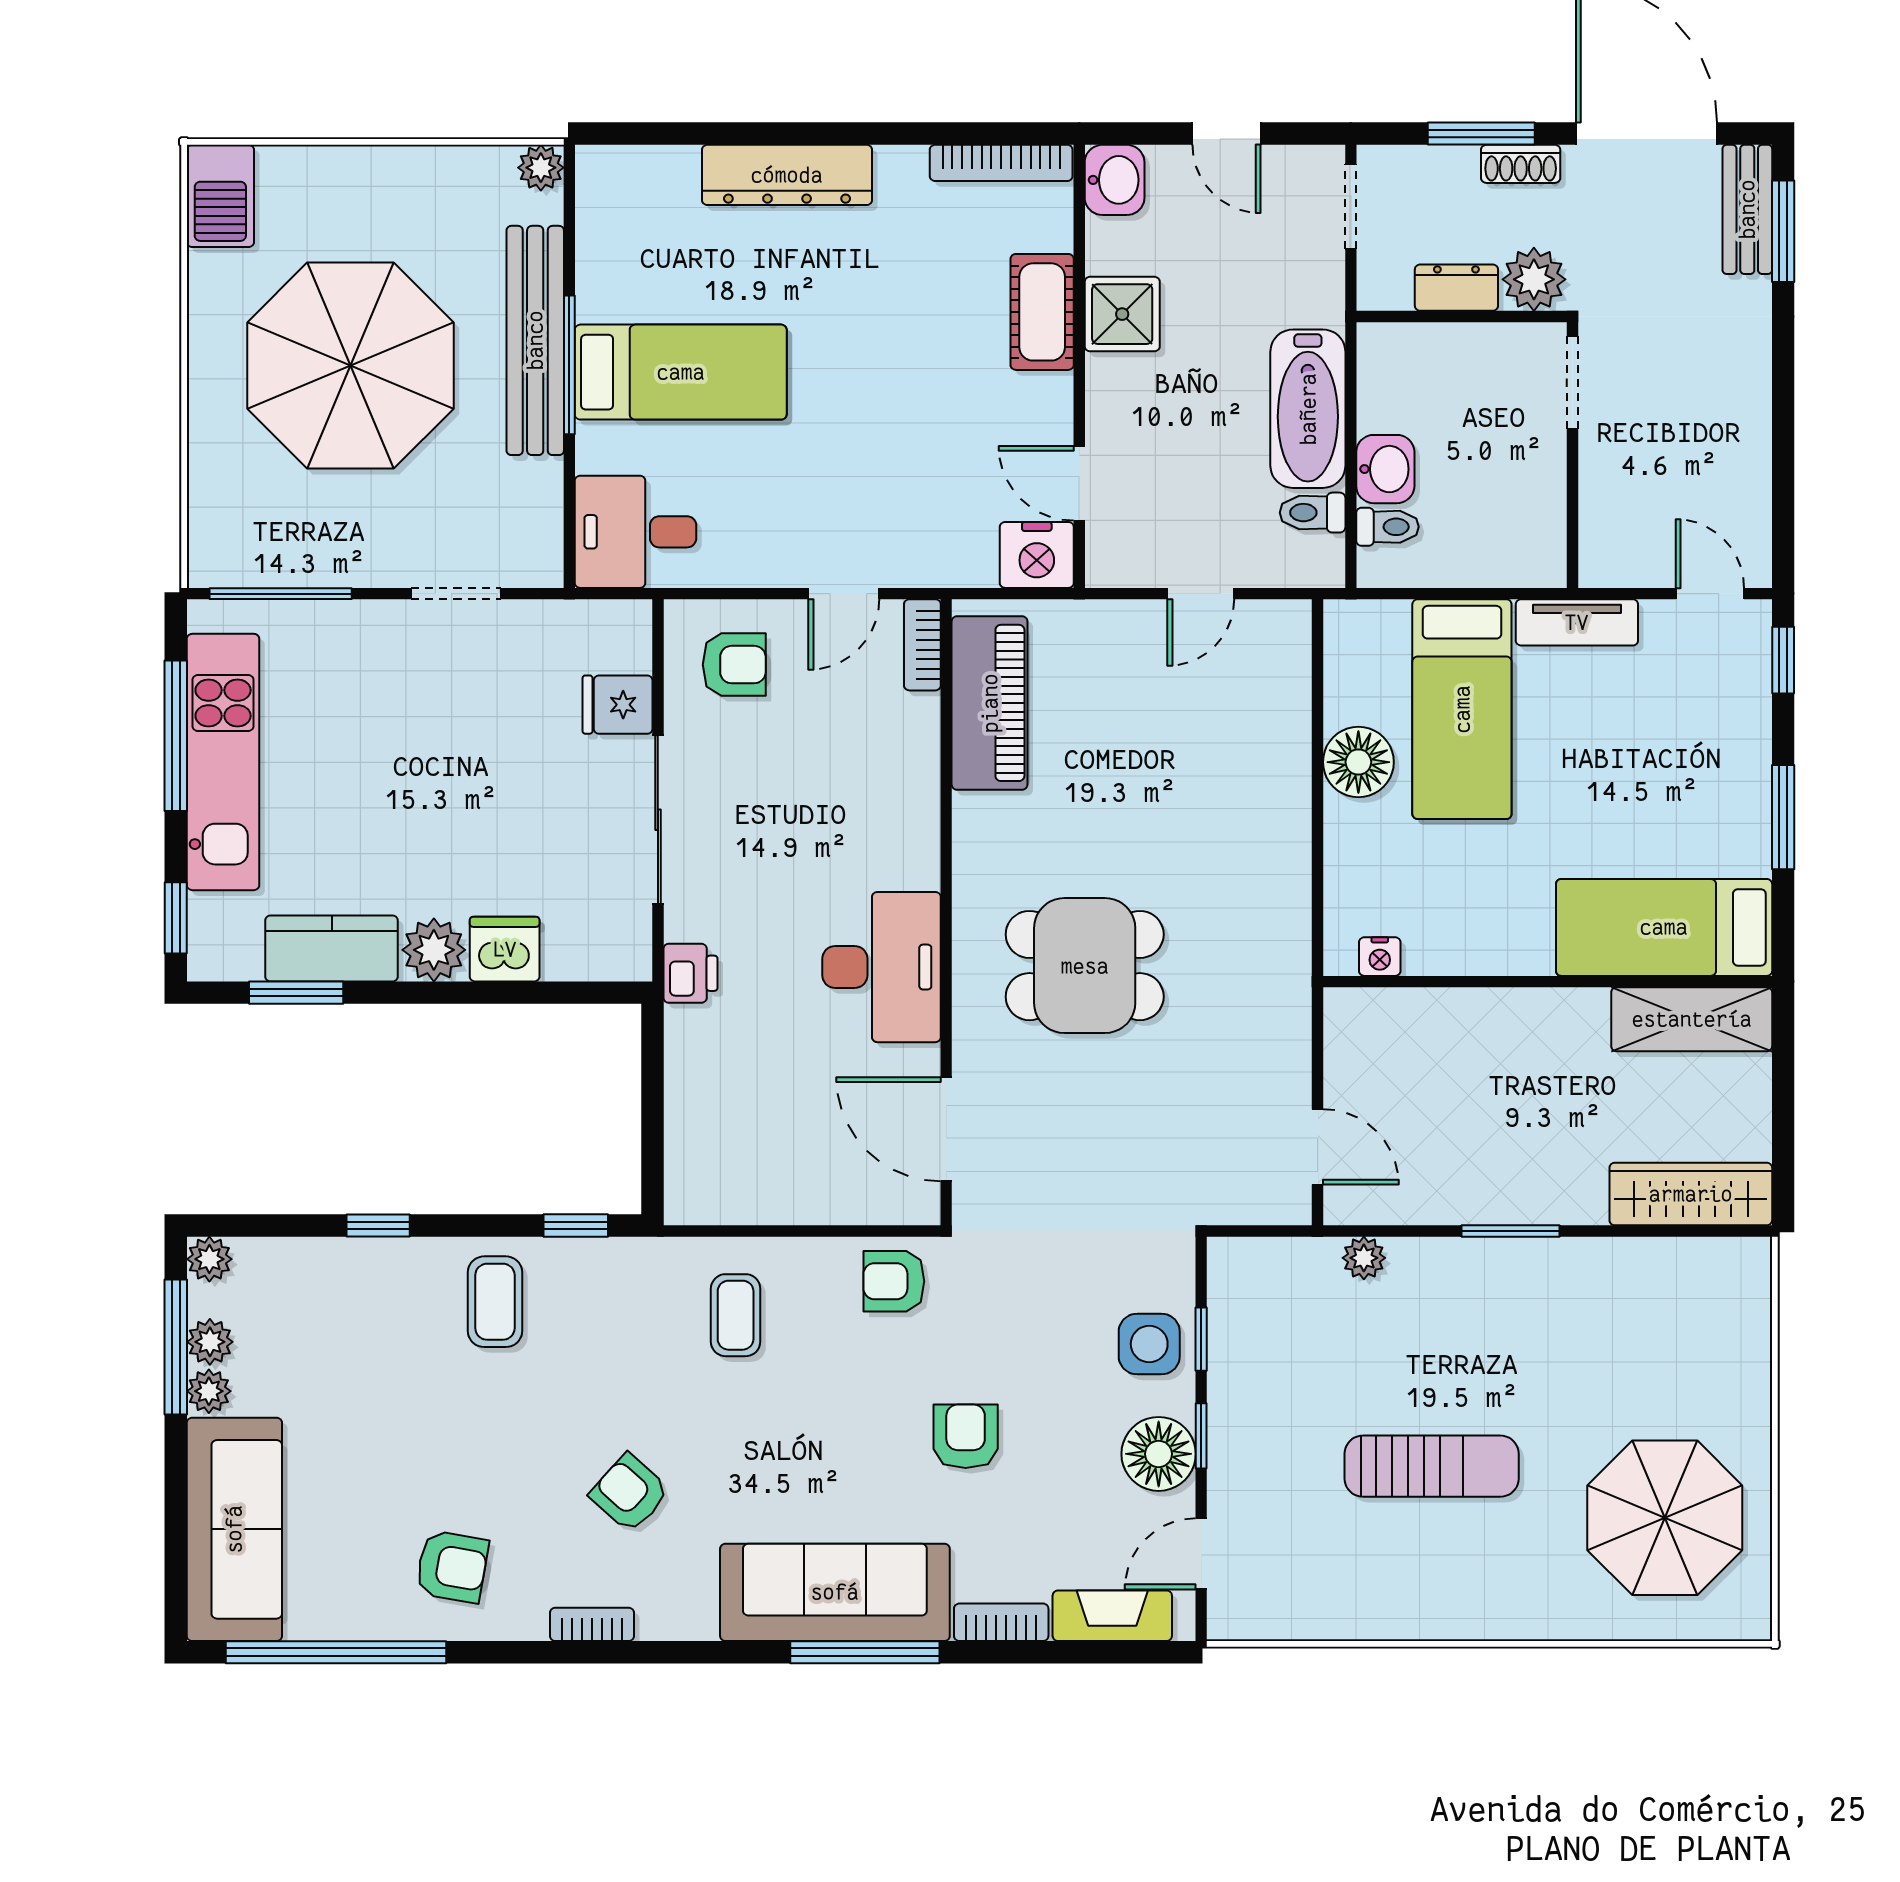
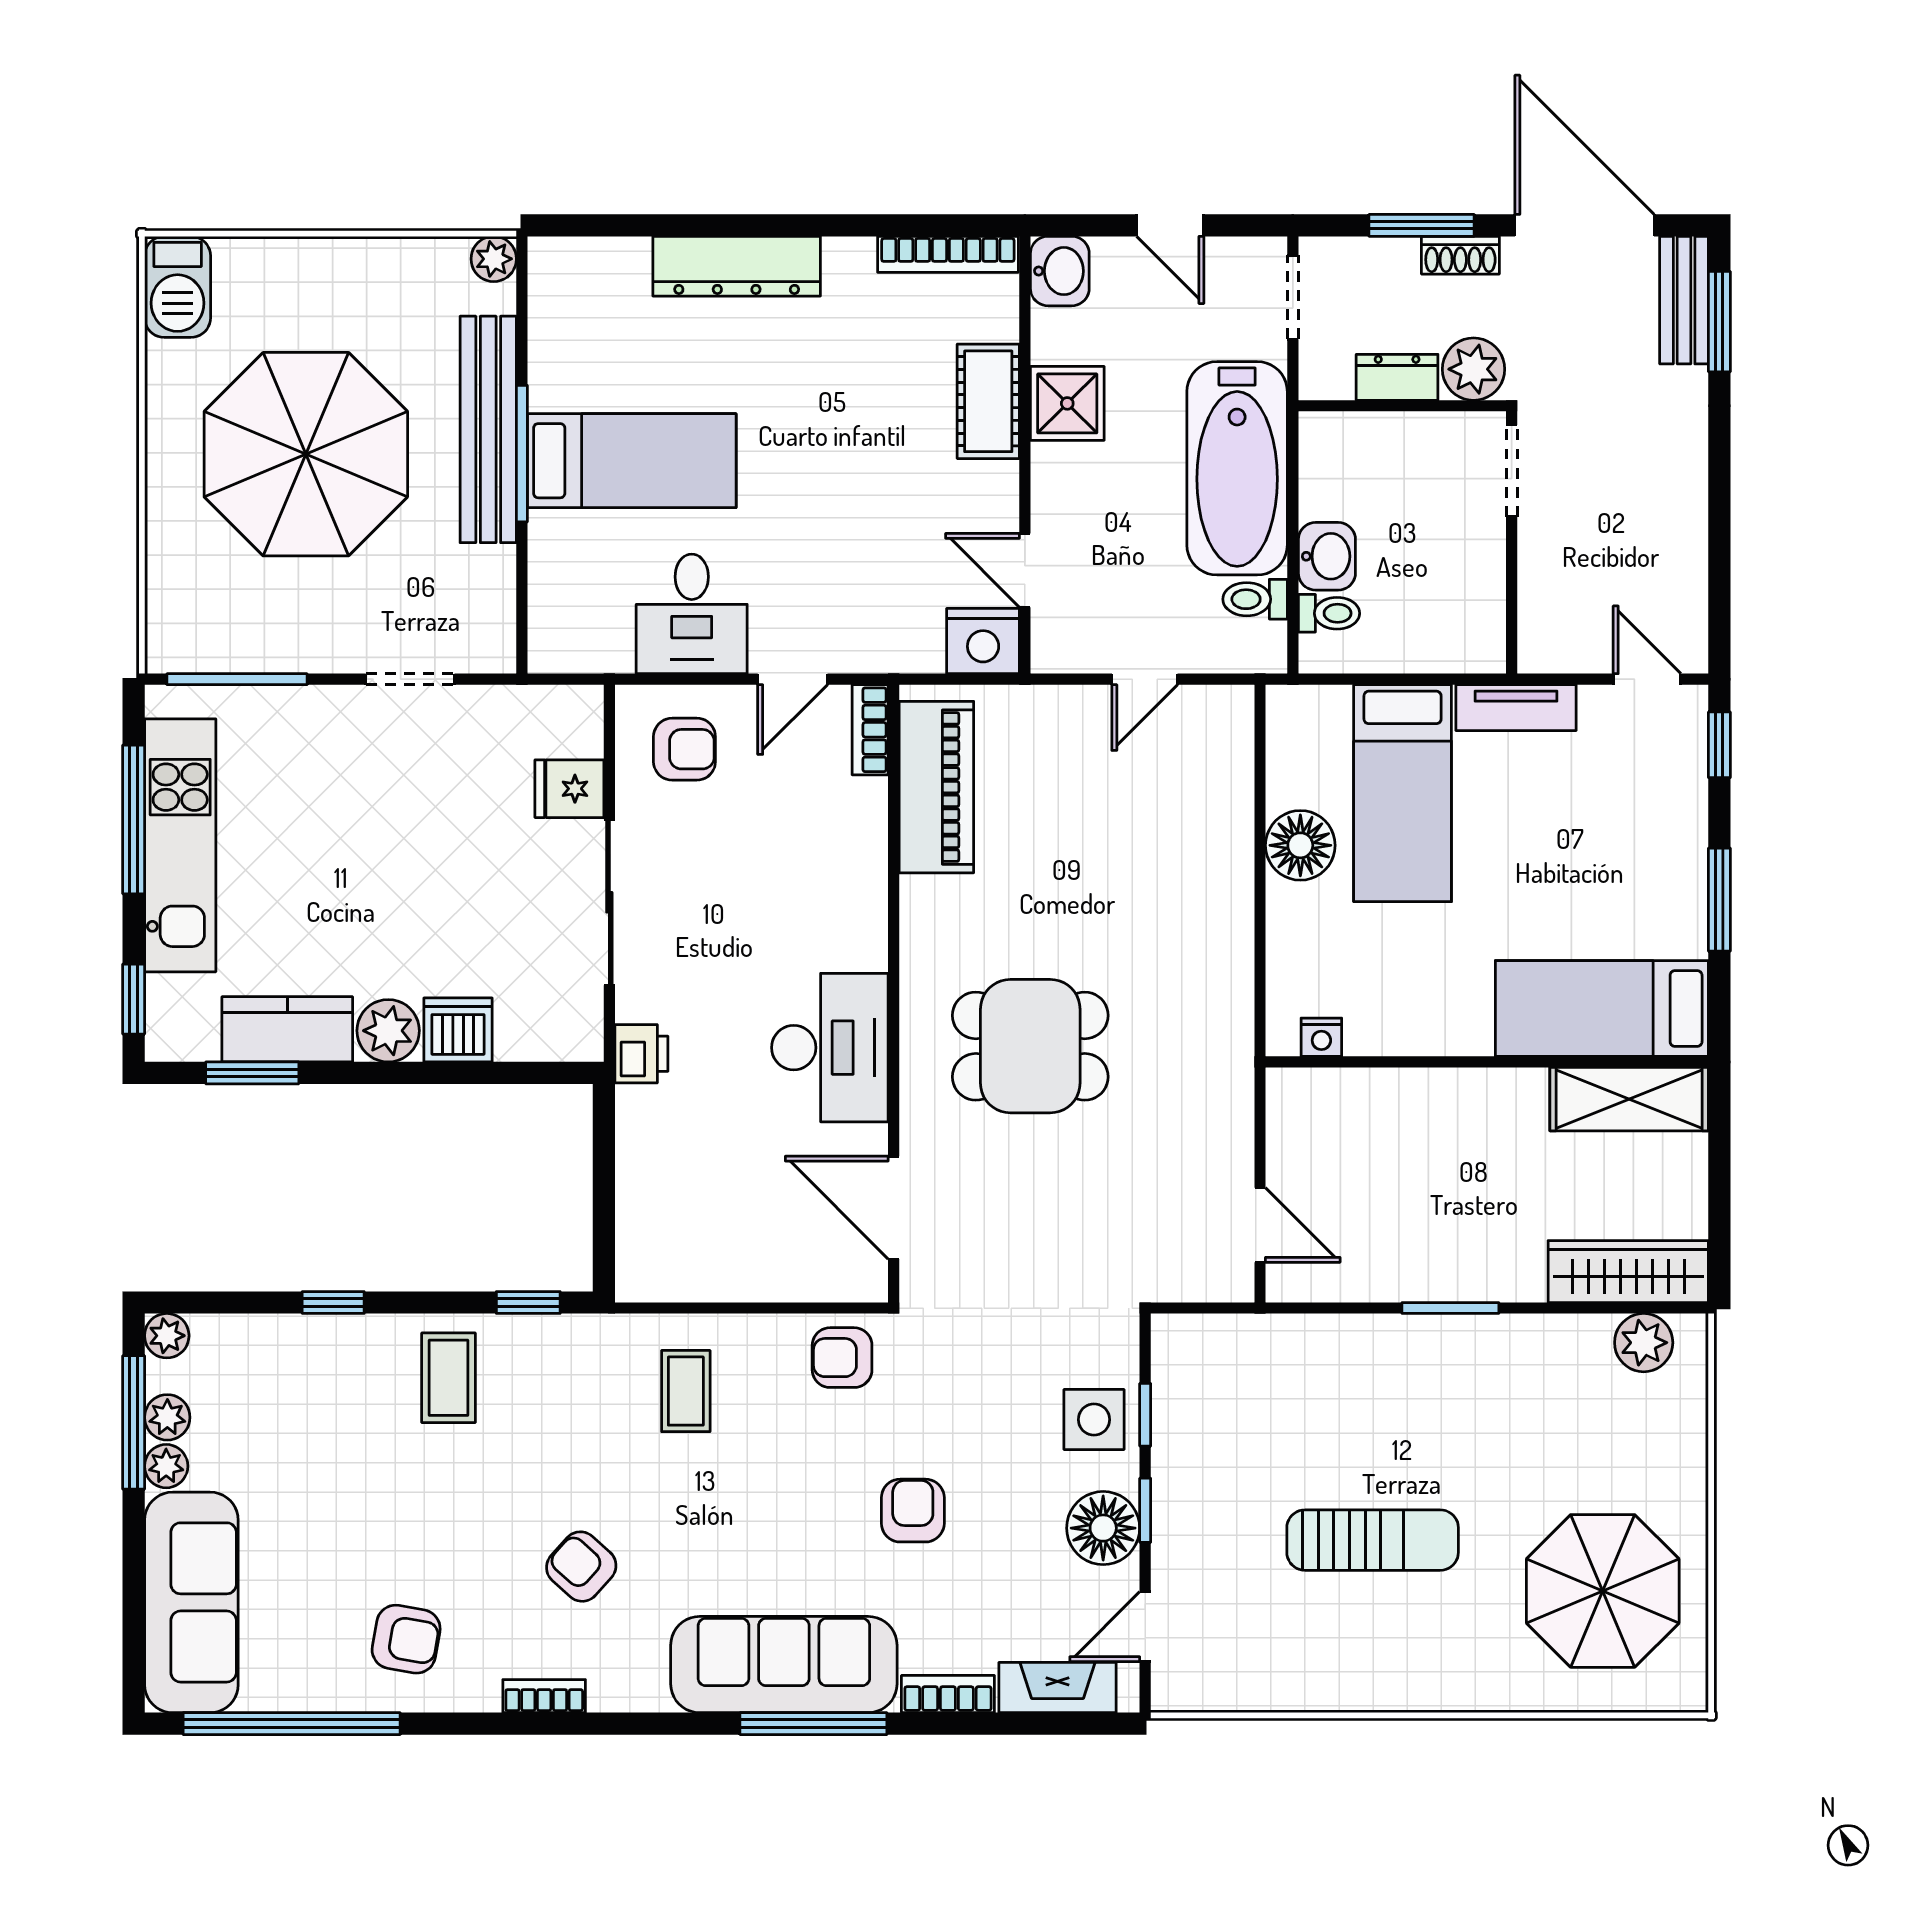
bathtub: (1308, 409) -> (1237, 468), width x1.36, depth x1.36
desk: (636, 532) -> (692, 614), moved, turned -90
plant: (1364, 1258) -> (1644, 1343), moved, width x1.38, depth x1.38

